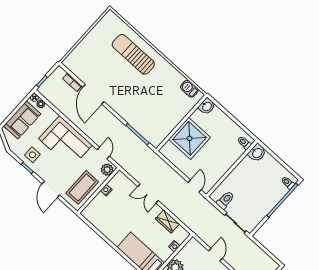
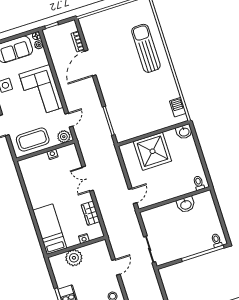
washbasin: (257, 153) -> (186, 205), moved
toilet: (225, 200) -> (153, 224), removed

